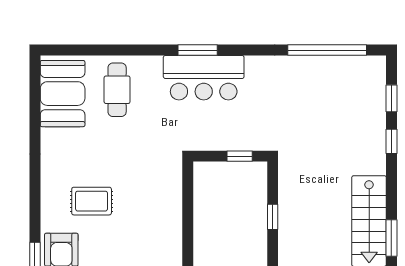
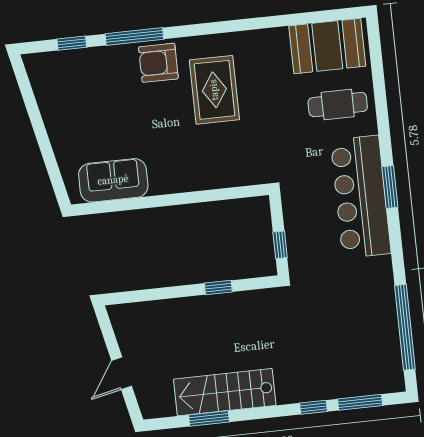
bar counter: (204, 78) -> (361, 197), width x1.36
window: (391, 98) -> (360, 402), width x1.50
rug: (92, 201) -> (214, 90), width x1.36, depth x1.43

